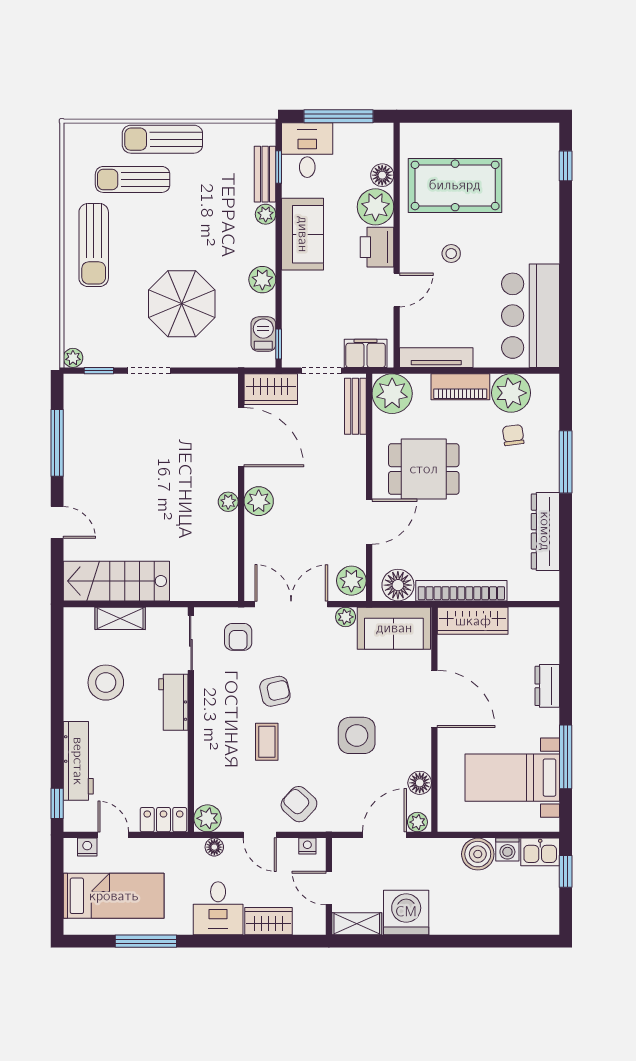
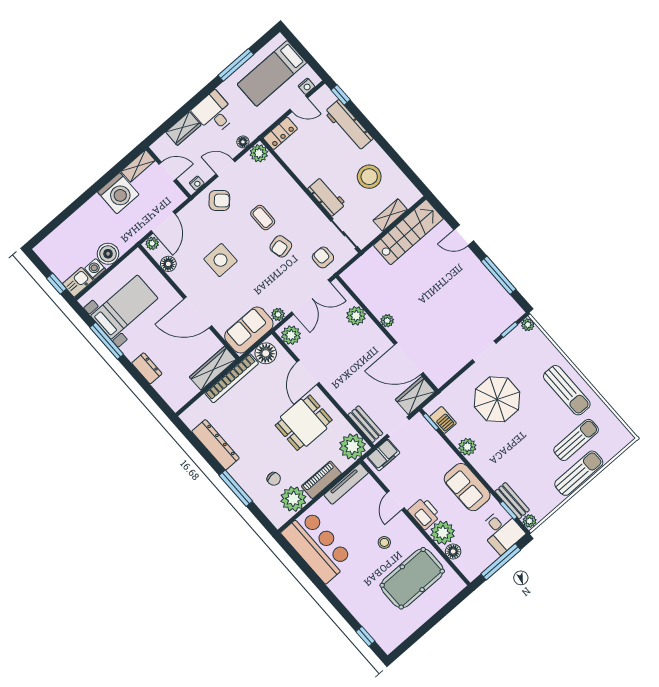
plant: (266, 214) -> (529, 521), moved
sun lounger: (94, 245) -> (567, 390), turned 180
plant: (259, 501) -> (356, 316), moved

